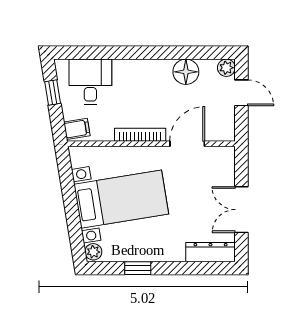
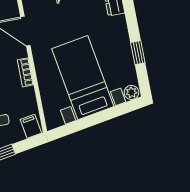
bookcase: (140, 135) -> (25, 72), width x0.64

